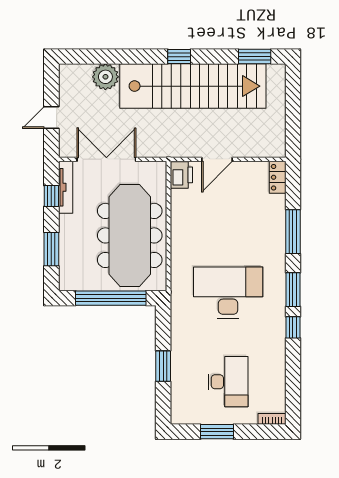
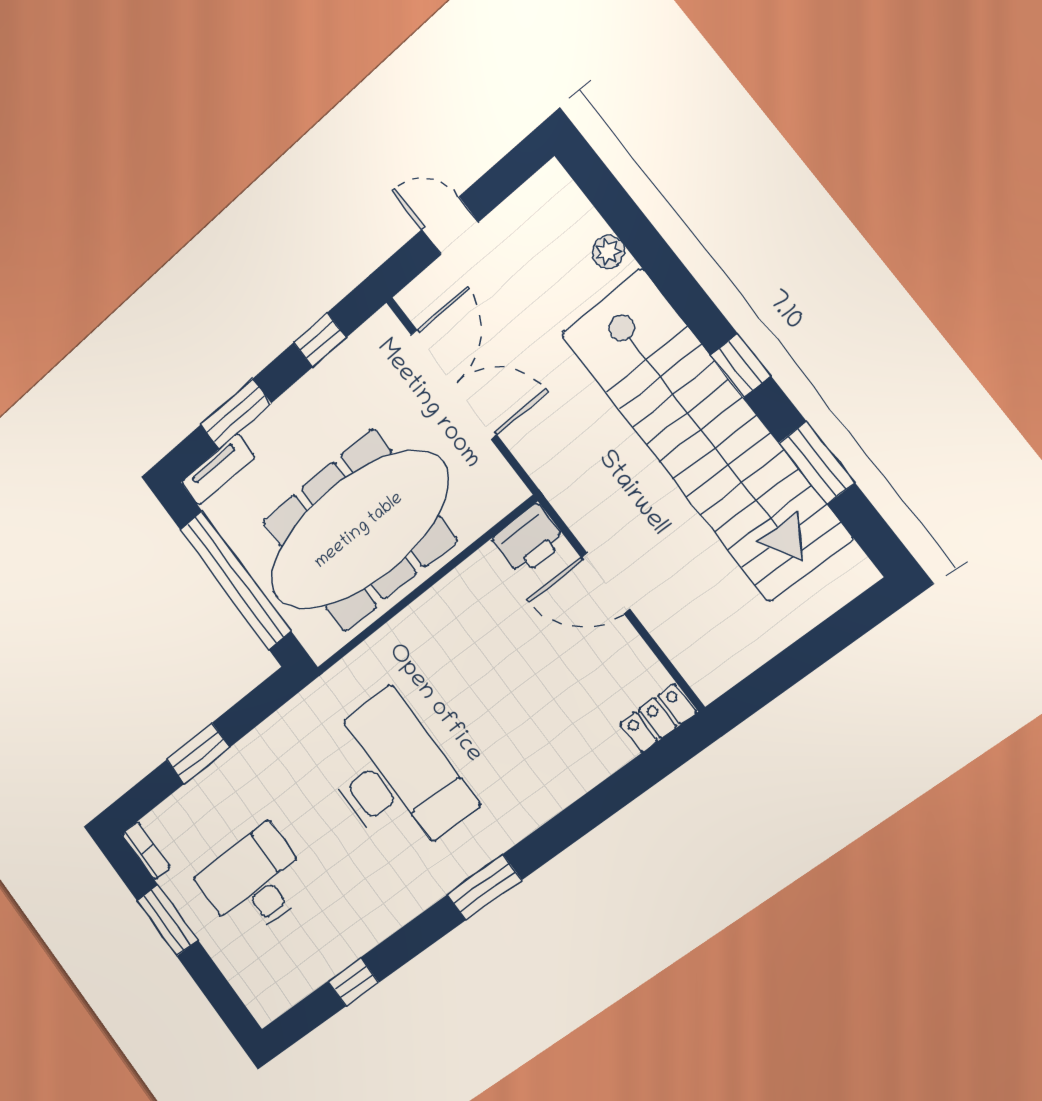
window: (255, 57) -> (817, 463), moved
plant: (105, 77) -> (608, 252), width x0.53, depth x0.53
tv unit: (66, 187) -> (218, 470), moved, width x0.71
window: (293, 232) -> (583, 816), removed
window: (293, 327) -> (353, 982), moved
desk: (228, 382) -> (255, 882), turned 180
bookcase: (272, 419) -> (146, 851), moved

